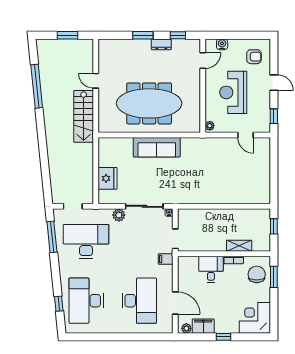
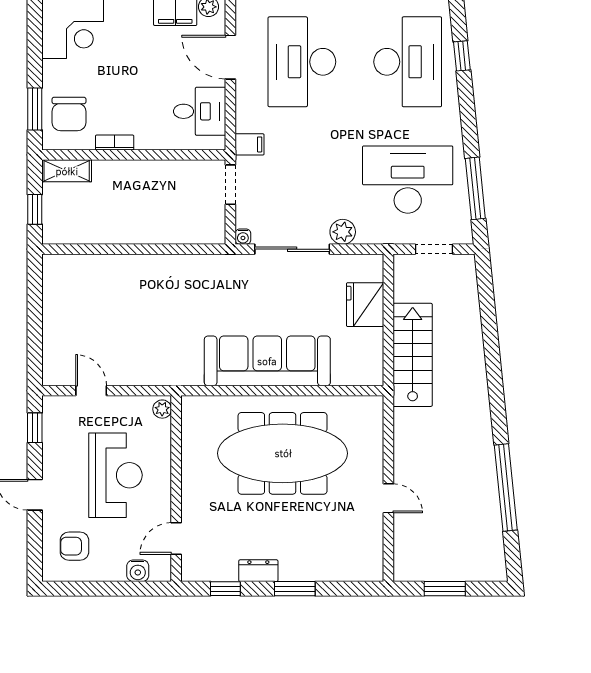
stairs: (84, 116) -> (413, 355), moved
sofa: (157, 147) -> (267, 361), width x1.36, depth x1.27
desk: (86, 241) -> (408, 180), turned 180
shelving: (239, 246) -> (67, 171), moved
desk: (211, 269) -> (200, 111), moved, turned -90

